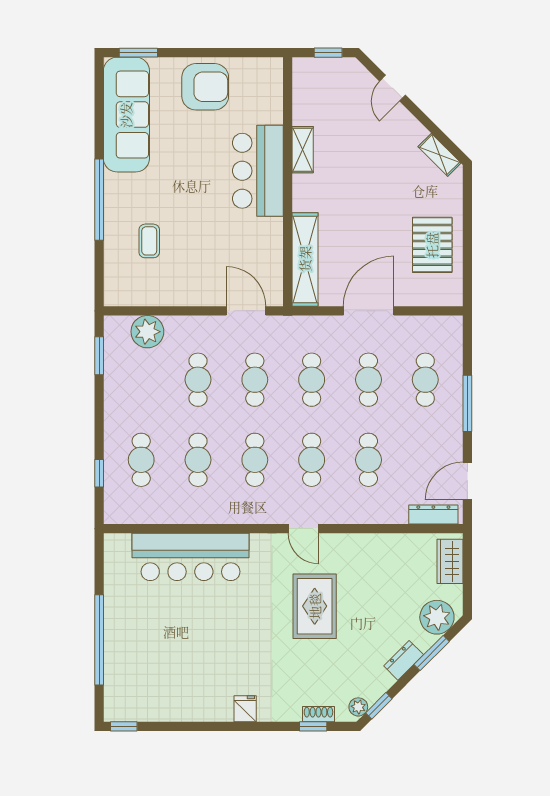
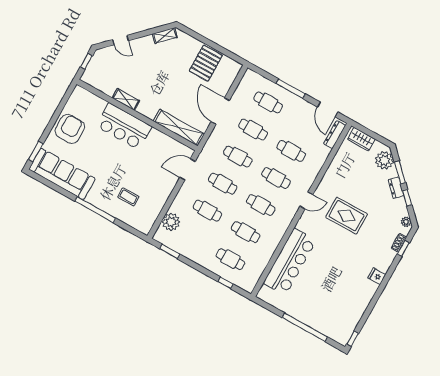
pallet: (432, 245) -> (206, 63), turned 90
window: (379, 706) -> (407, 198), moved

